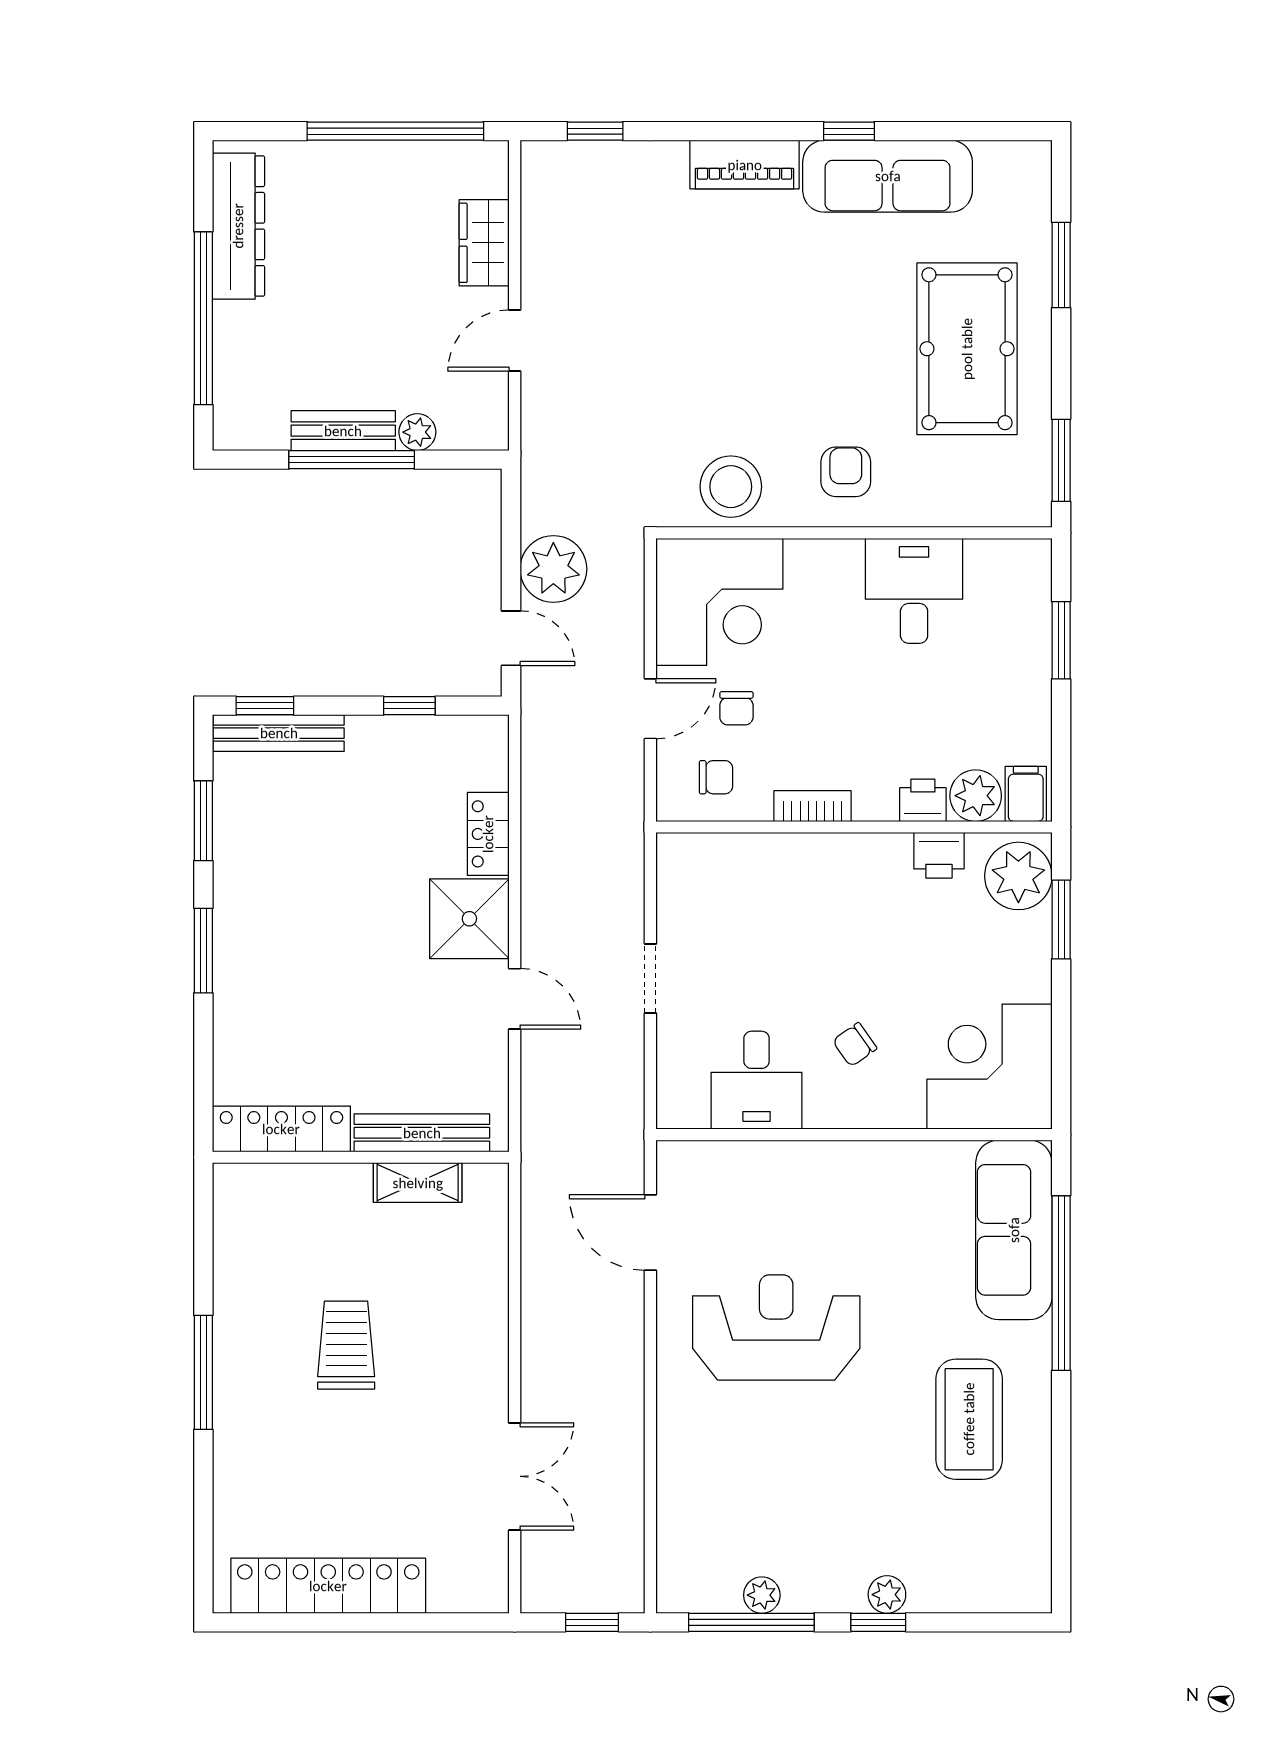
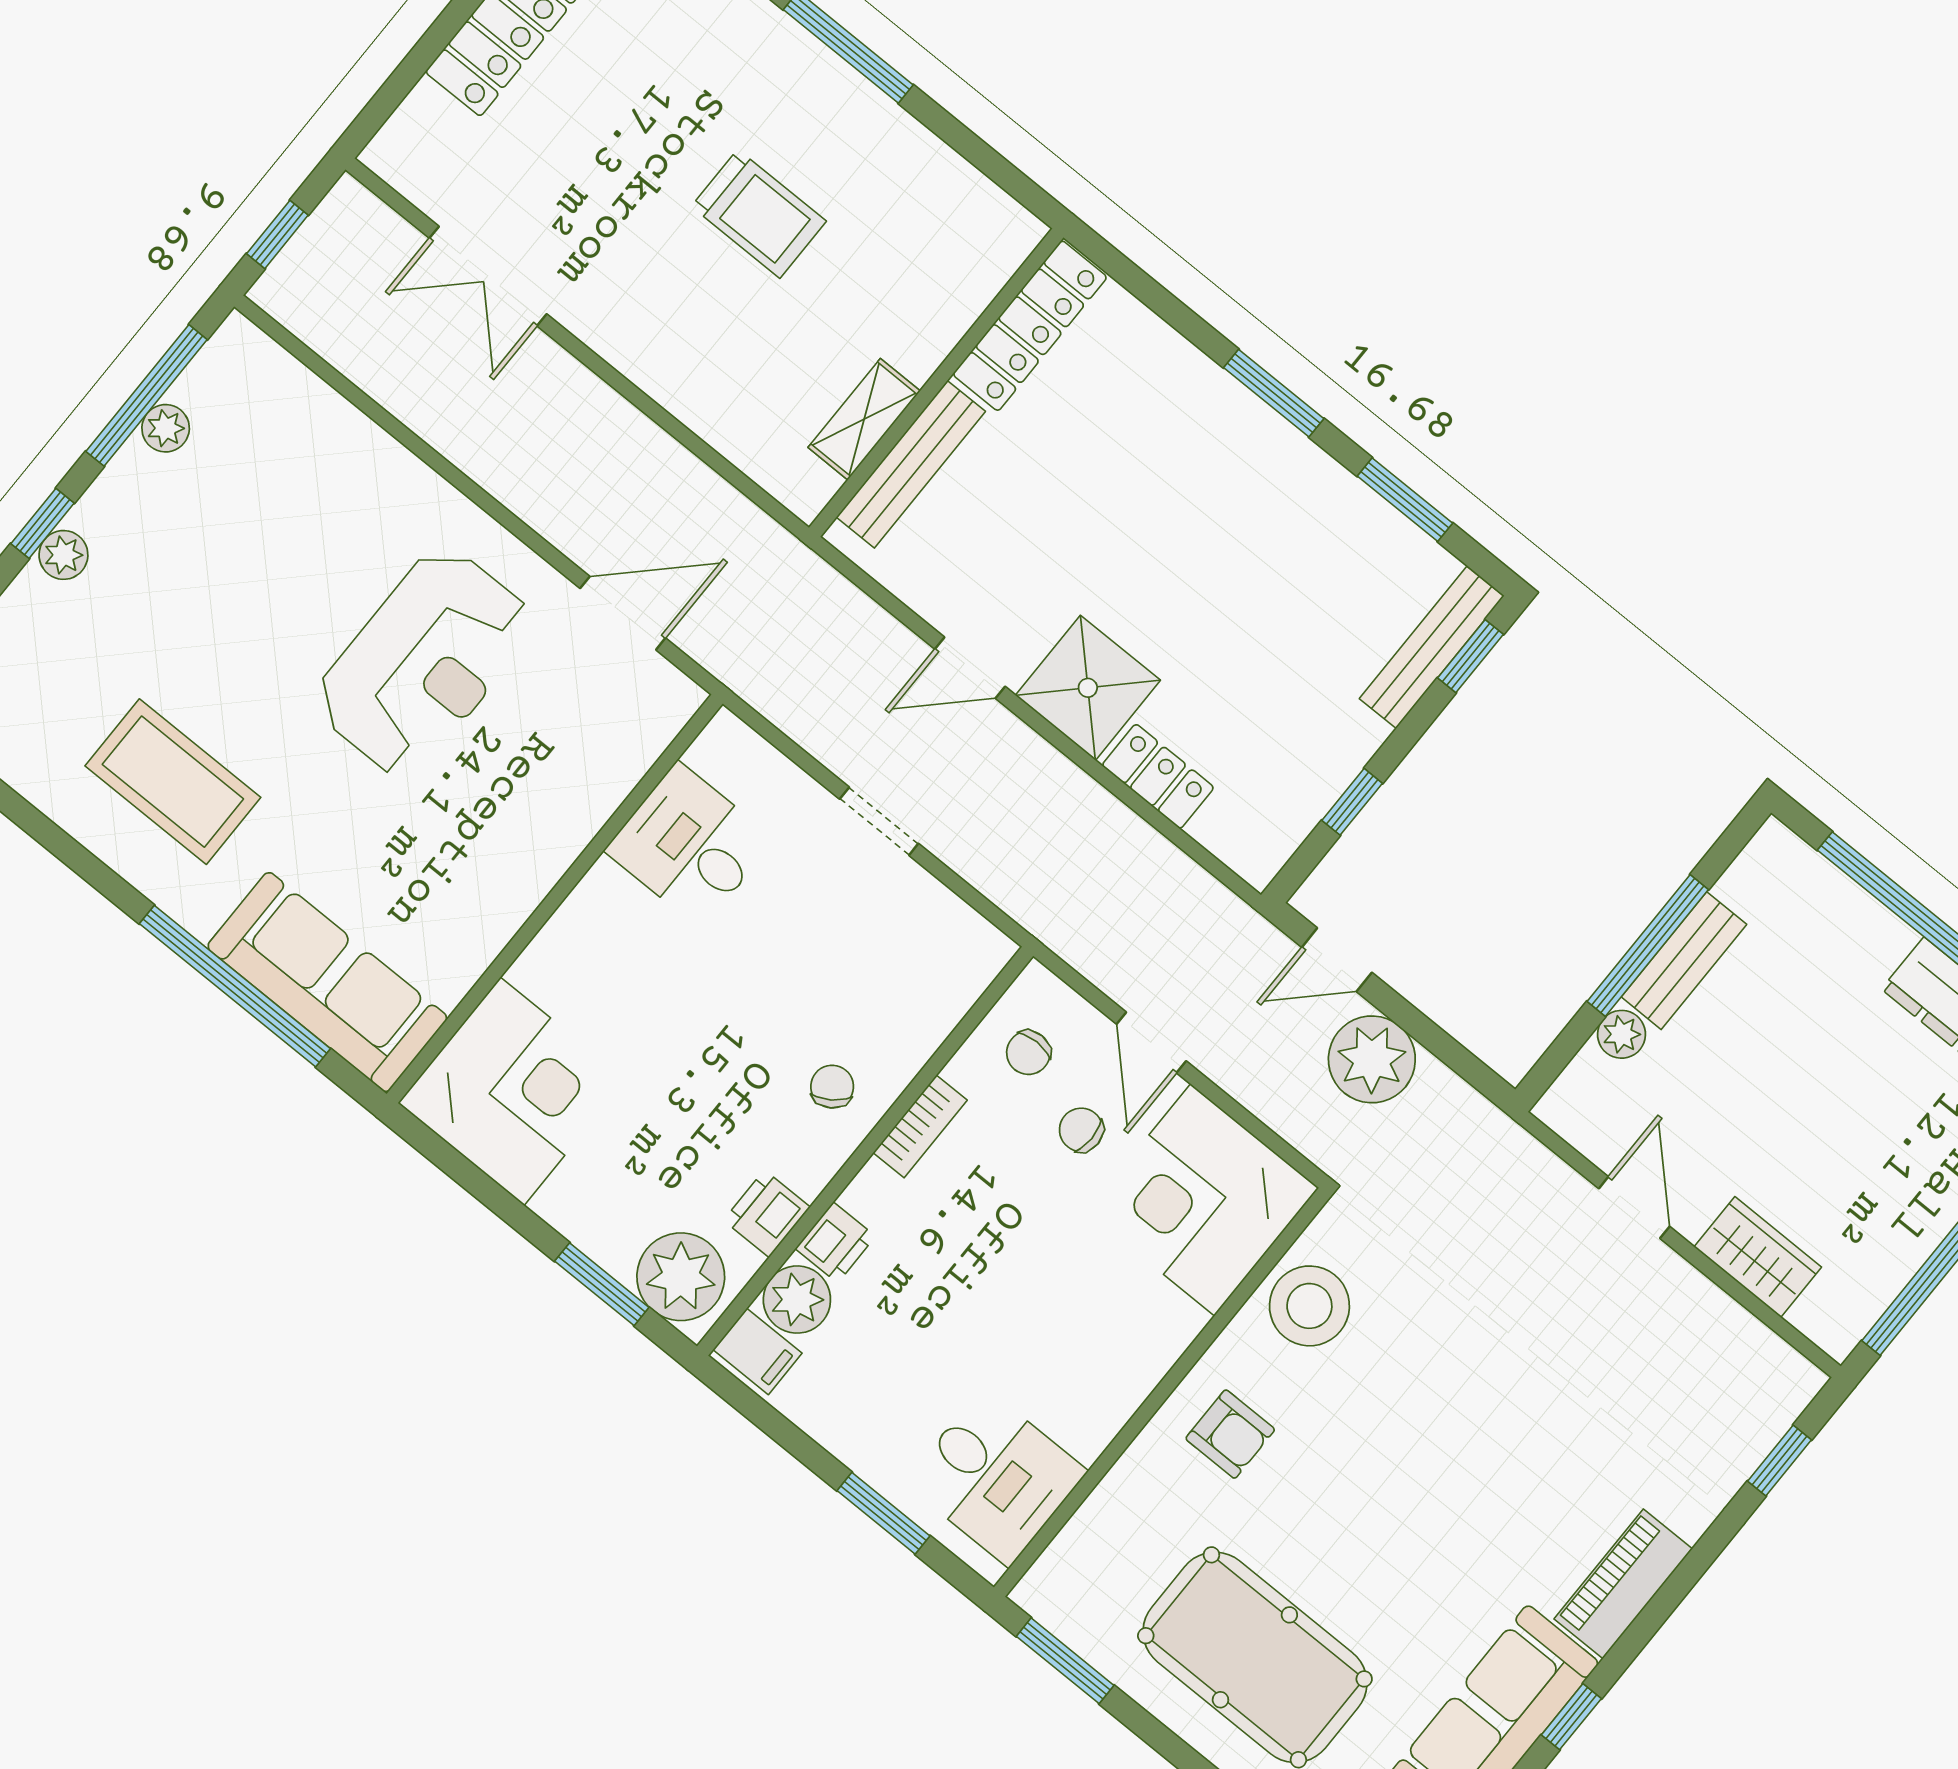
desk: (914, 591) -> (996, 1477), moved
chair: (855, 1045) -> (832, 1087), moved

